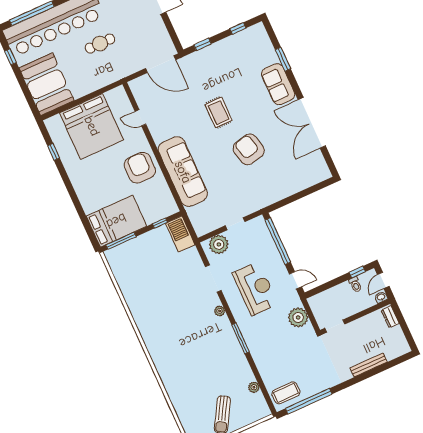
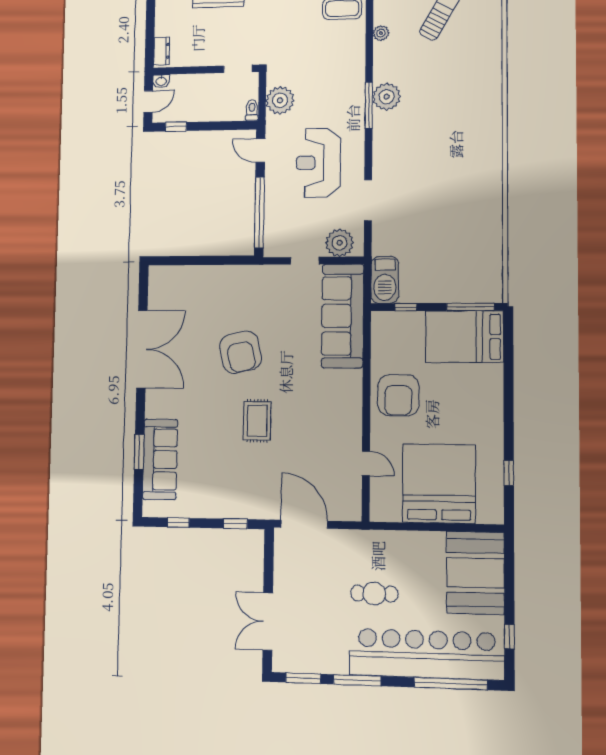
sofa: (278, 84) -> (160, 459), moved, width x1.36
sofa: (183, 172) -> (343, 316), moved
toilet: (355, 284) -> (252, 110), moved
plant: (220, 311) -> (387, 97), moved, width x1.87, depth x1.87

